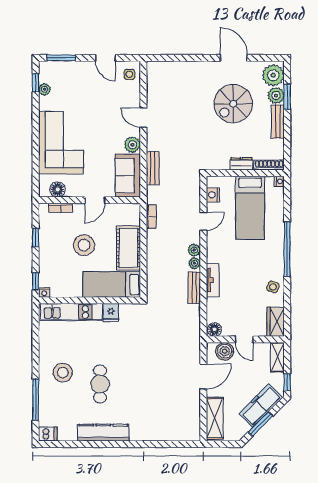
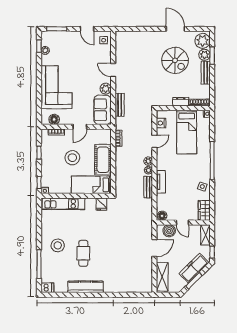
spiral stairs: (233, 104) -> (175, 60), turned -90
fridge: (111, 313) -> (101, 204), moved

